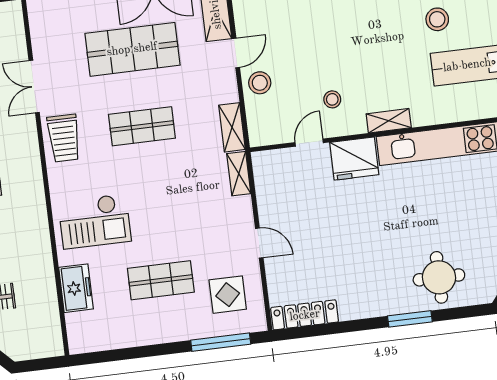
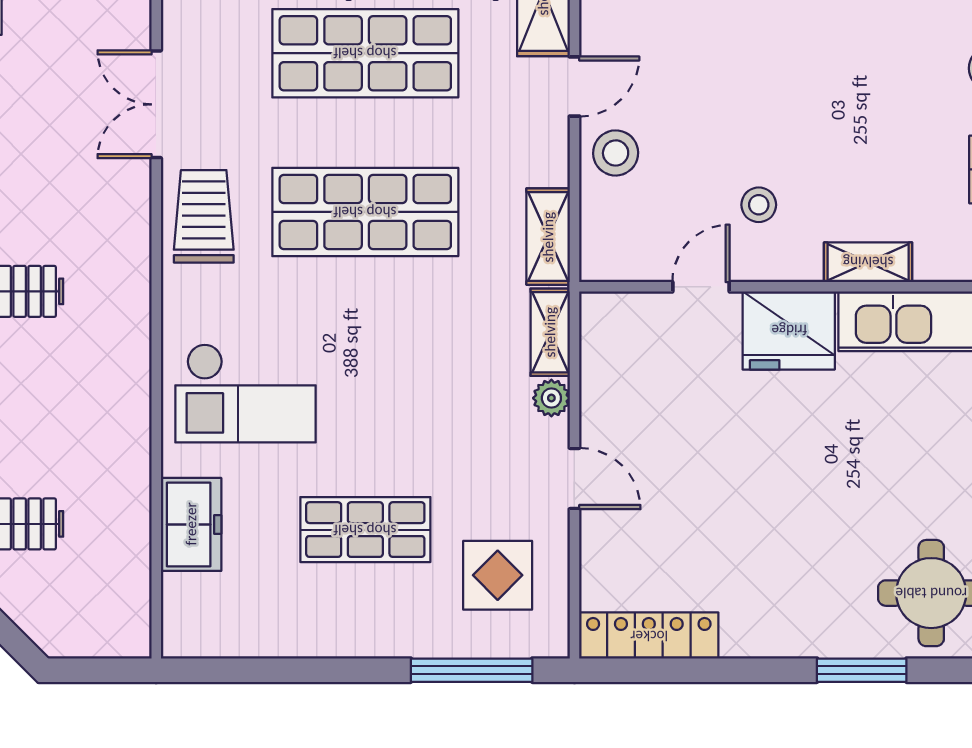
shop shelf: (142, 126) -> (365, 212), width x1.43, depth x1.36
trolley: (64, 138) -> (204, 216), turned 180
plant: (243, 205) -> (551, 398), added

